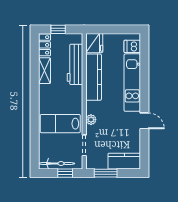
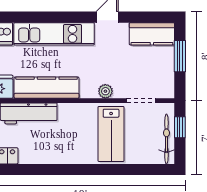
shelving: (44, 71) -> (37, 156), removed
kitchen counter: (124, 161) -> (152, 34), moved, turned -90
window: (106, 173) -> (180, 56), moved

